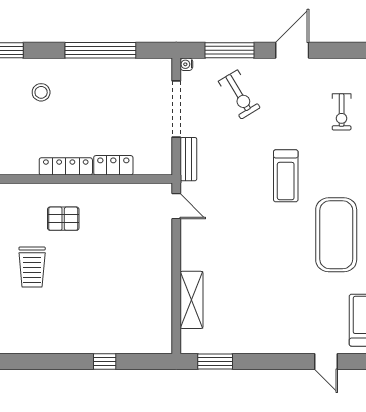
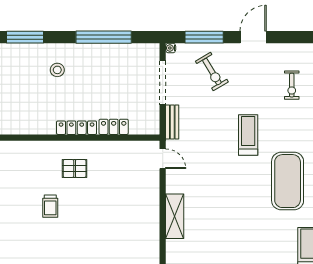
treadmill: (286, 176) -> (248, 135), turned 180
trolley: (32, 267) -> (50, 206), width x0.73, depth x0.72
shelving: (192, 300) -> (175, 216), moved

